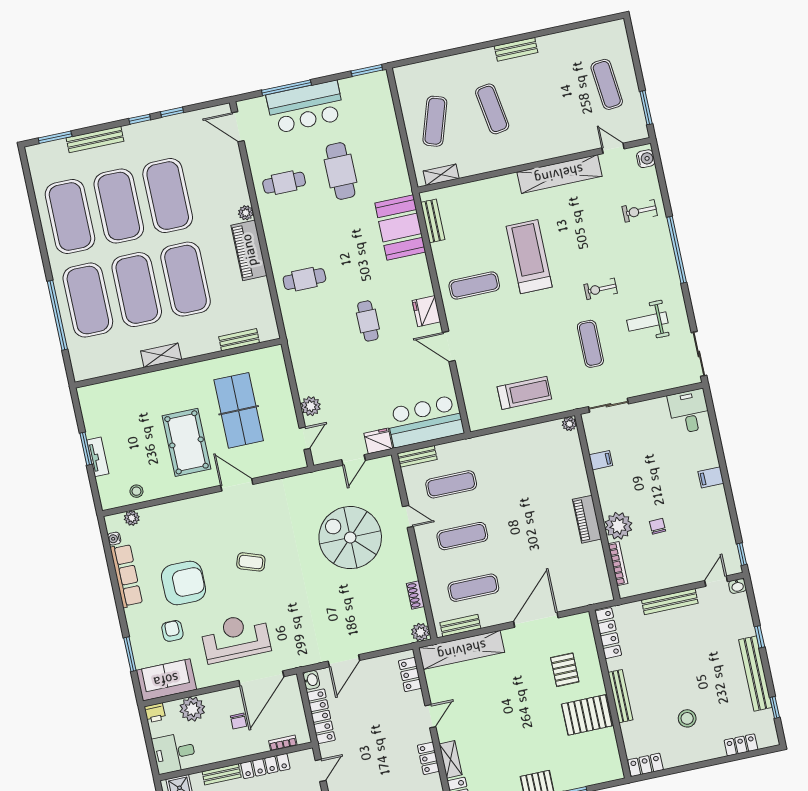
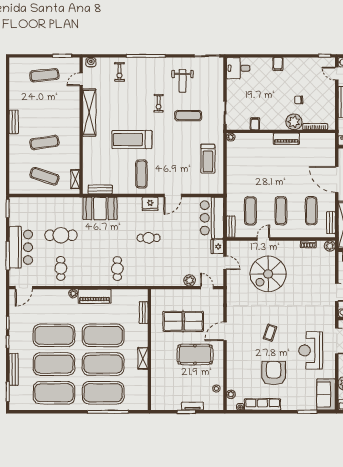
treadmill: (524, 393) -> (208, 159), turned 180
armchair: (172, 631) -> (299, 385), removed

